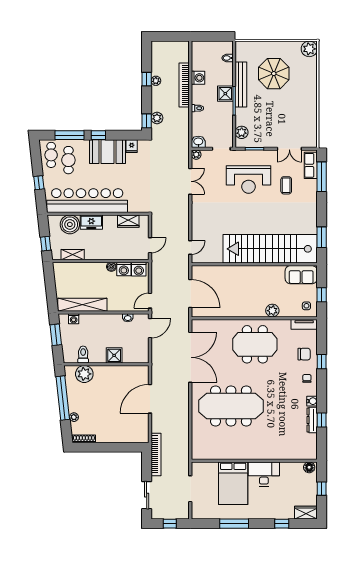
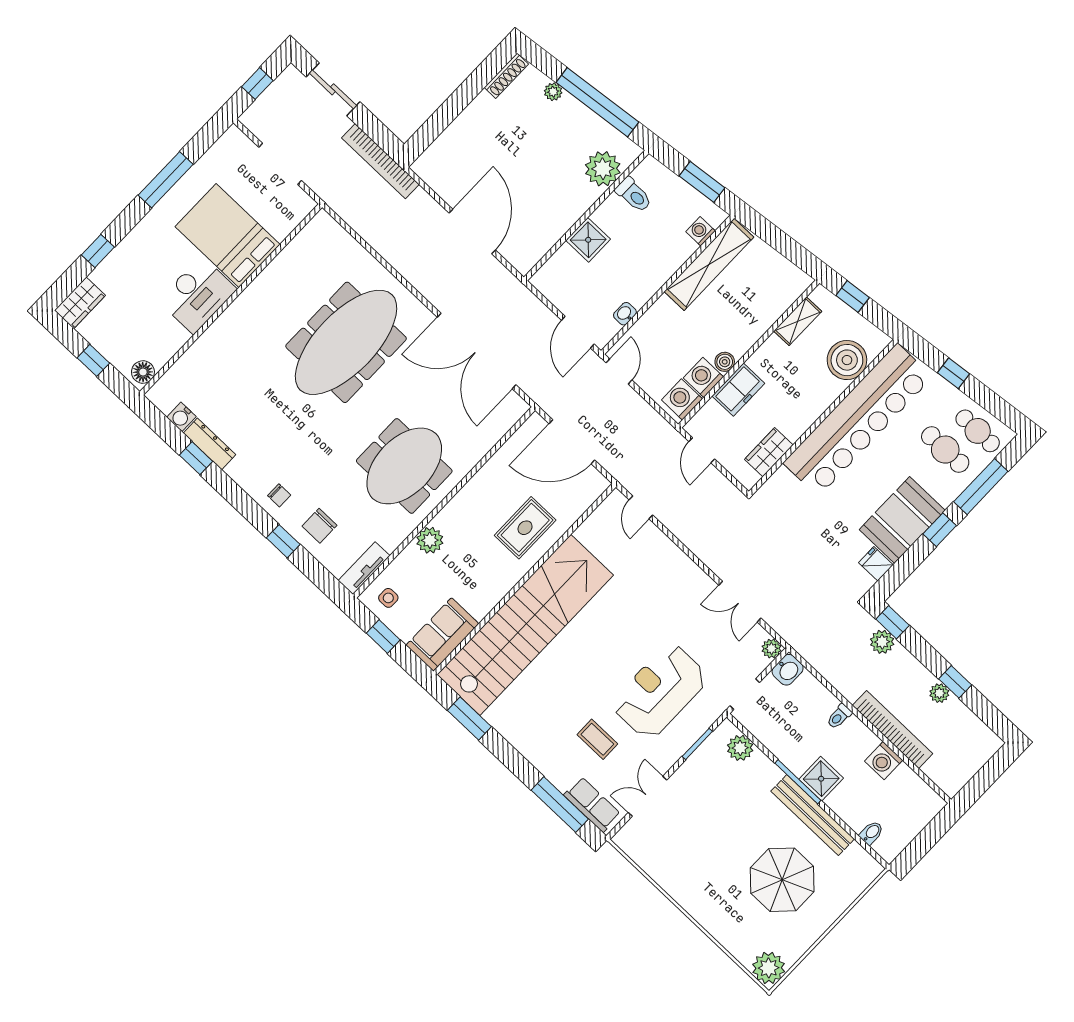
freezer: (91, 222) -> (738, 390), moved, turned 180
rug: (236, 281) -> (525, 528), added
water cooler: (312, 401) -> (181, 417), moved

